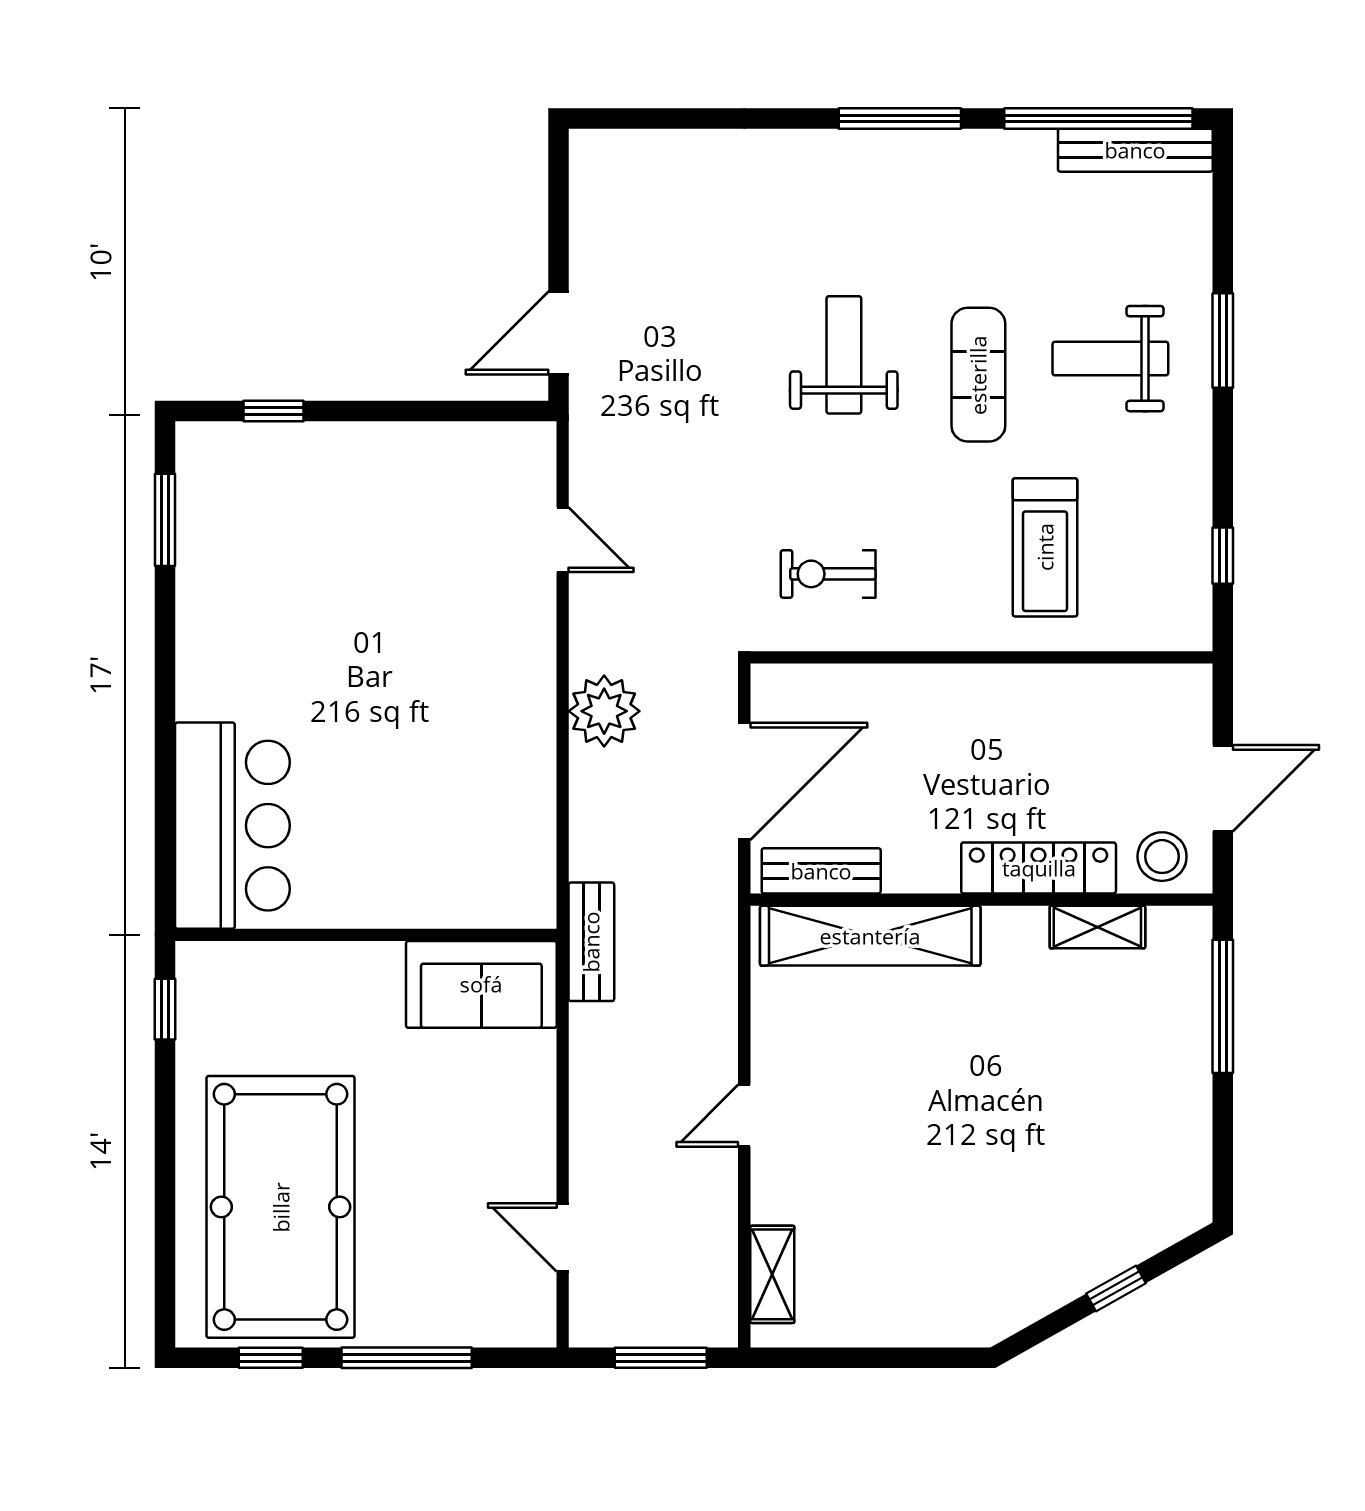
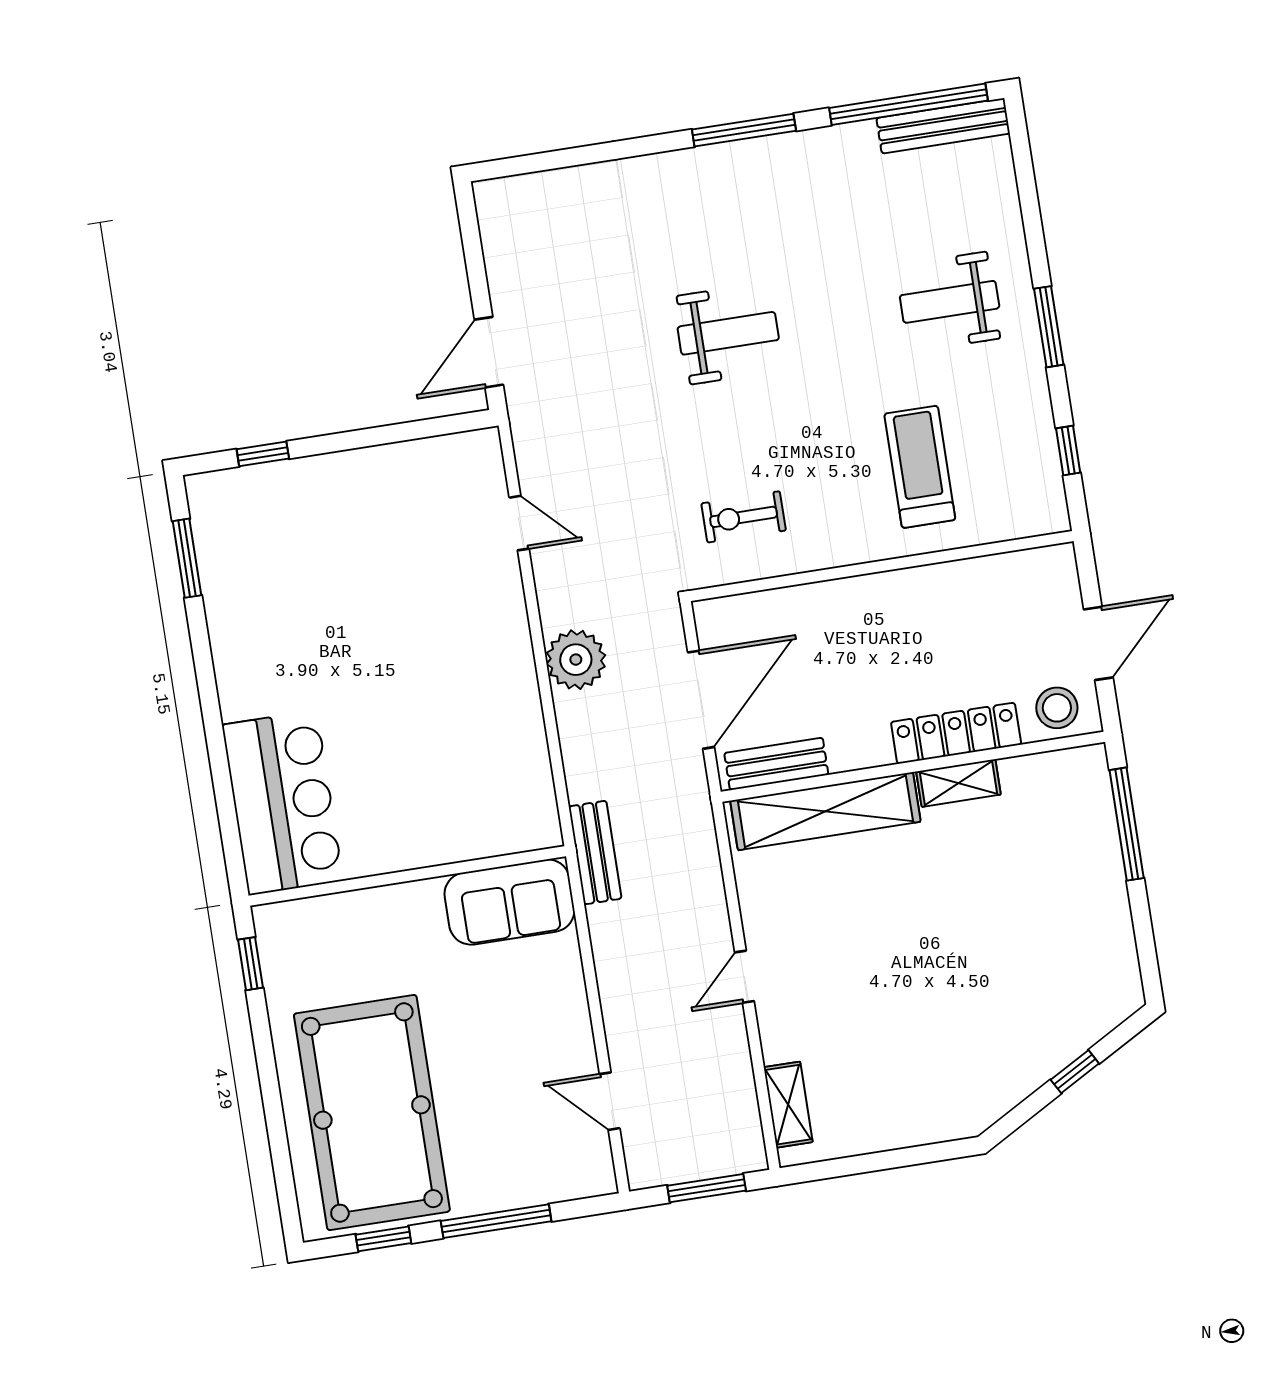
window: (1223, 341) -> (1049, 327), moved
weight bench: (844, 355) -> (728, 333), turned 90
exercise mat: (978, 375) -> (842, 332), removed
treadmill: (1045, 547) -> (920, 467), turned 180
shelving: (1097, 927) -> (958, 783), moved

